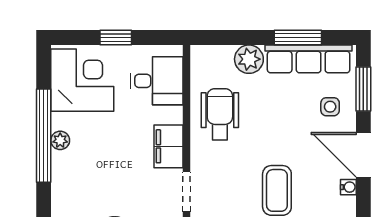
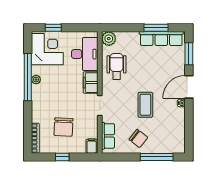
window: (116, 38) -> (53, 28), moved
plant: (249, 59) -> (109, 39), moved
desk: (157, 81) -> (85, 54), width x1.37
side table: (330, 107) -> (172, 63), removed
door: (363, 155) -> (189, 87), hinge flipped

